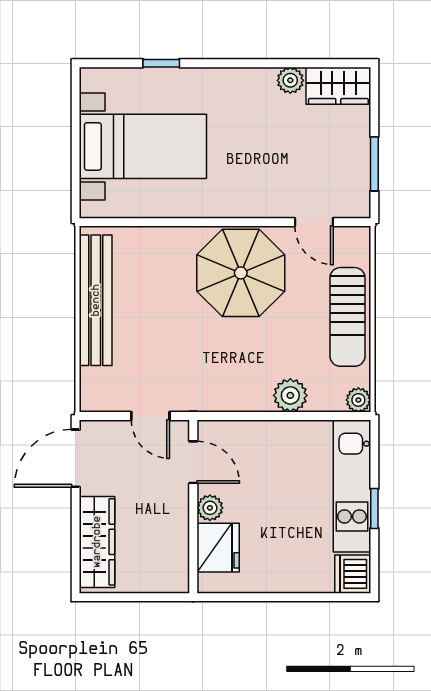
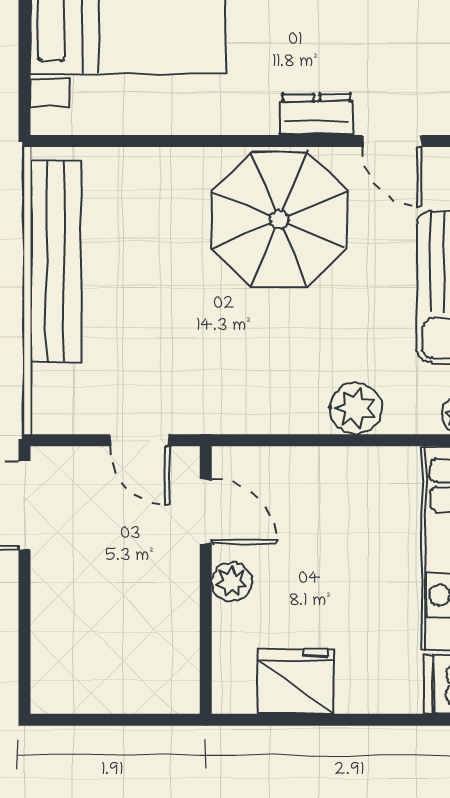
dresser: (265, 205) -> (316, 114), added
wardrobe: (97, 542) -> (58, 634), removed
fridge: (218, 548) -> (295, 681), moved, turned -90

